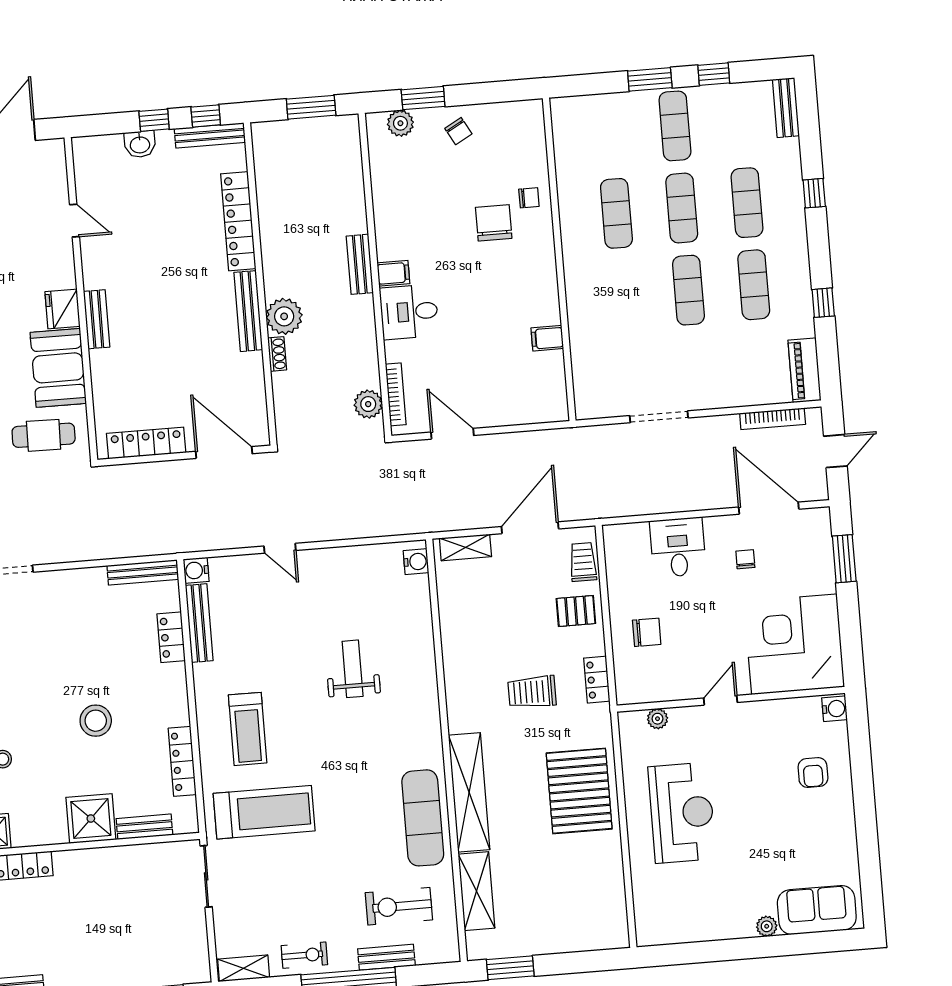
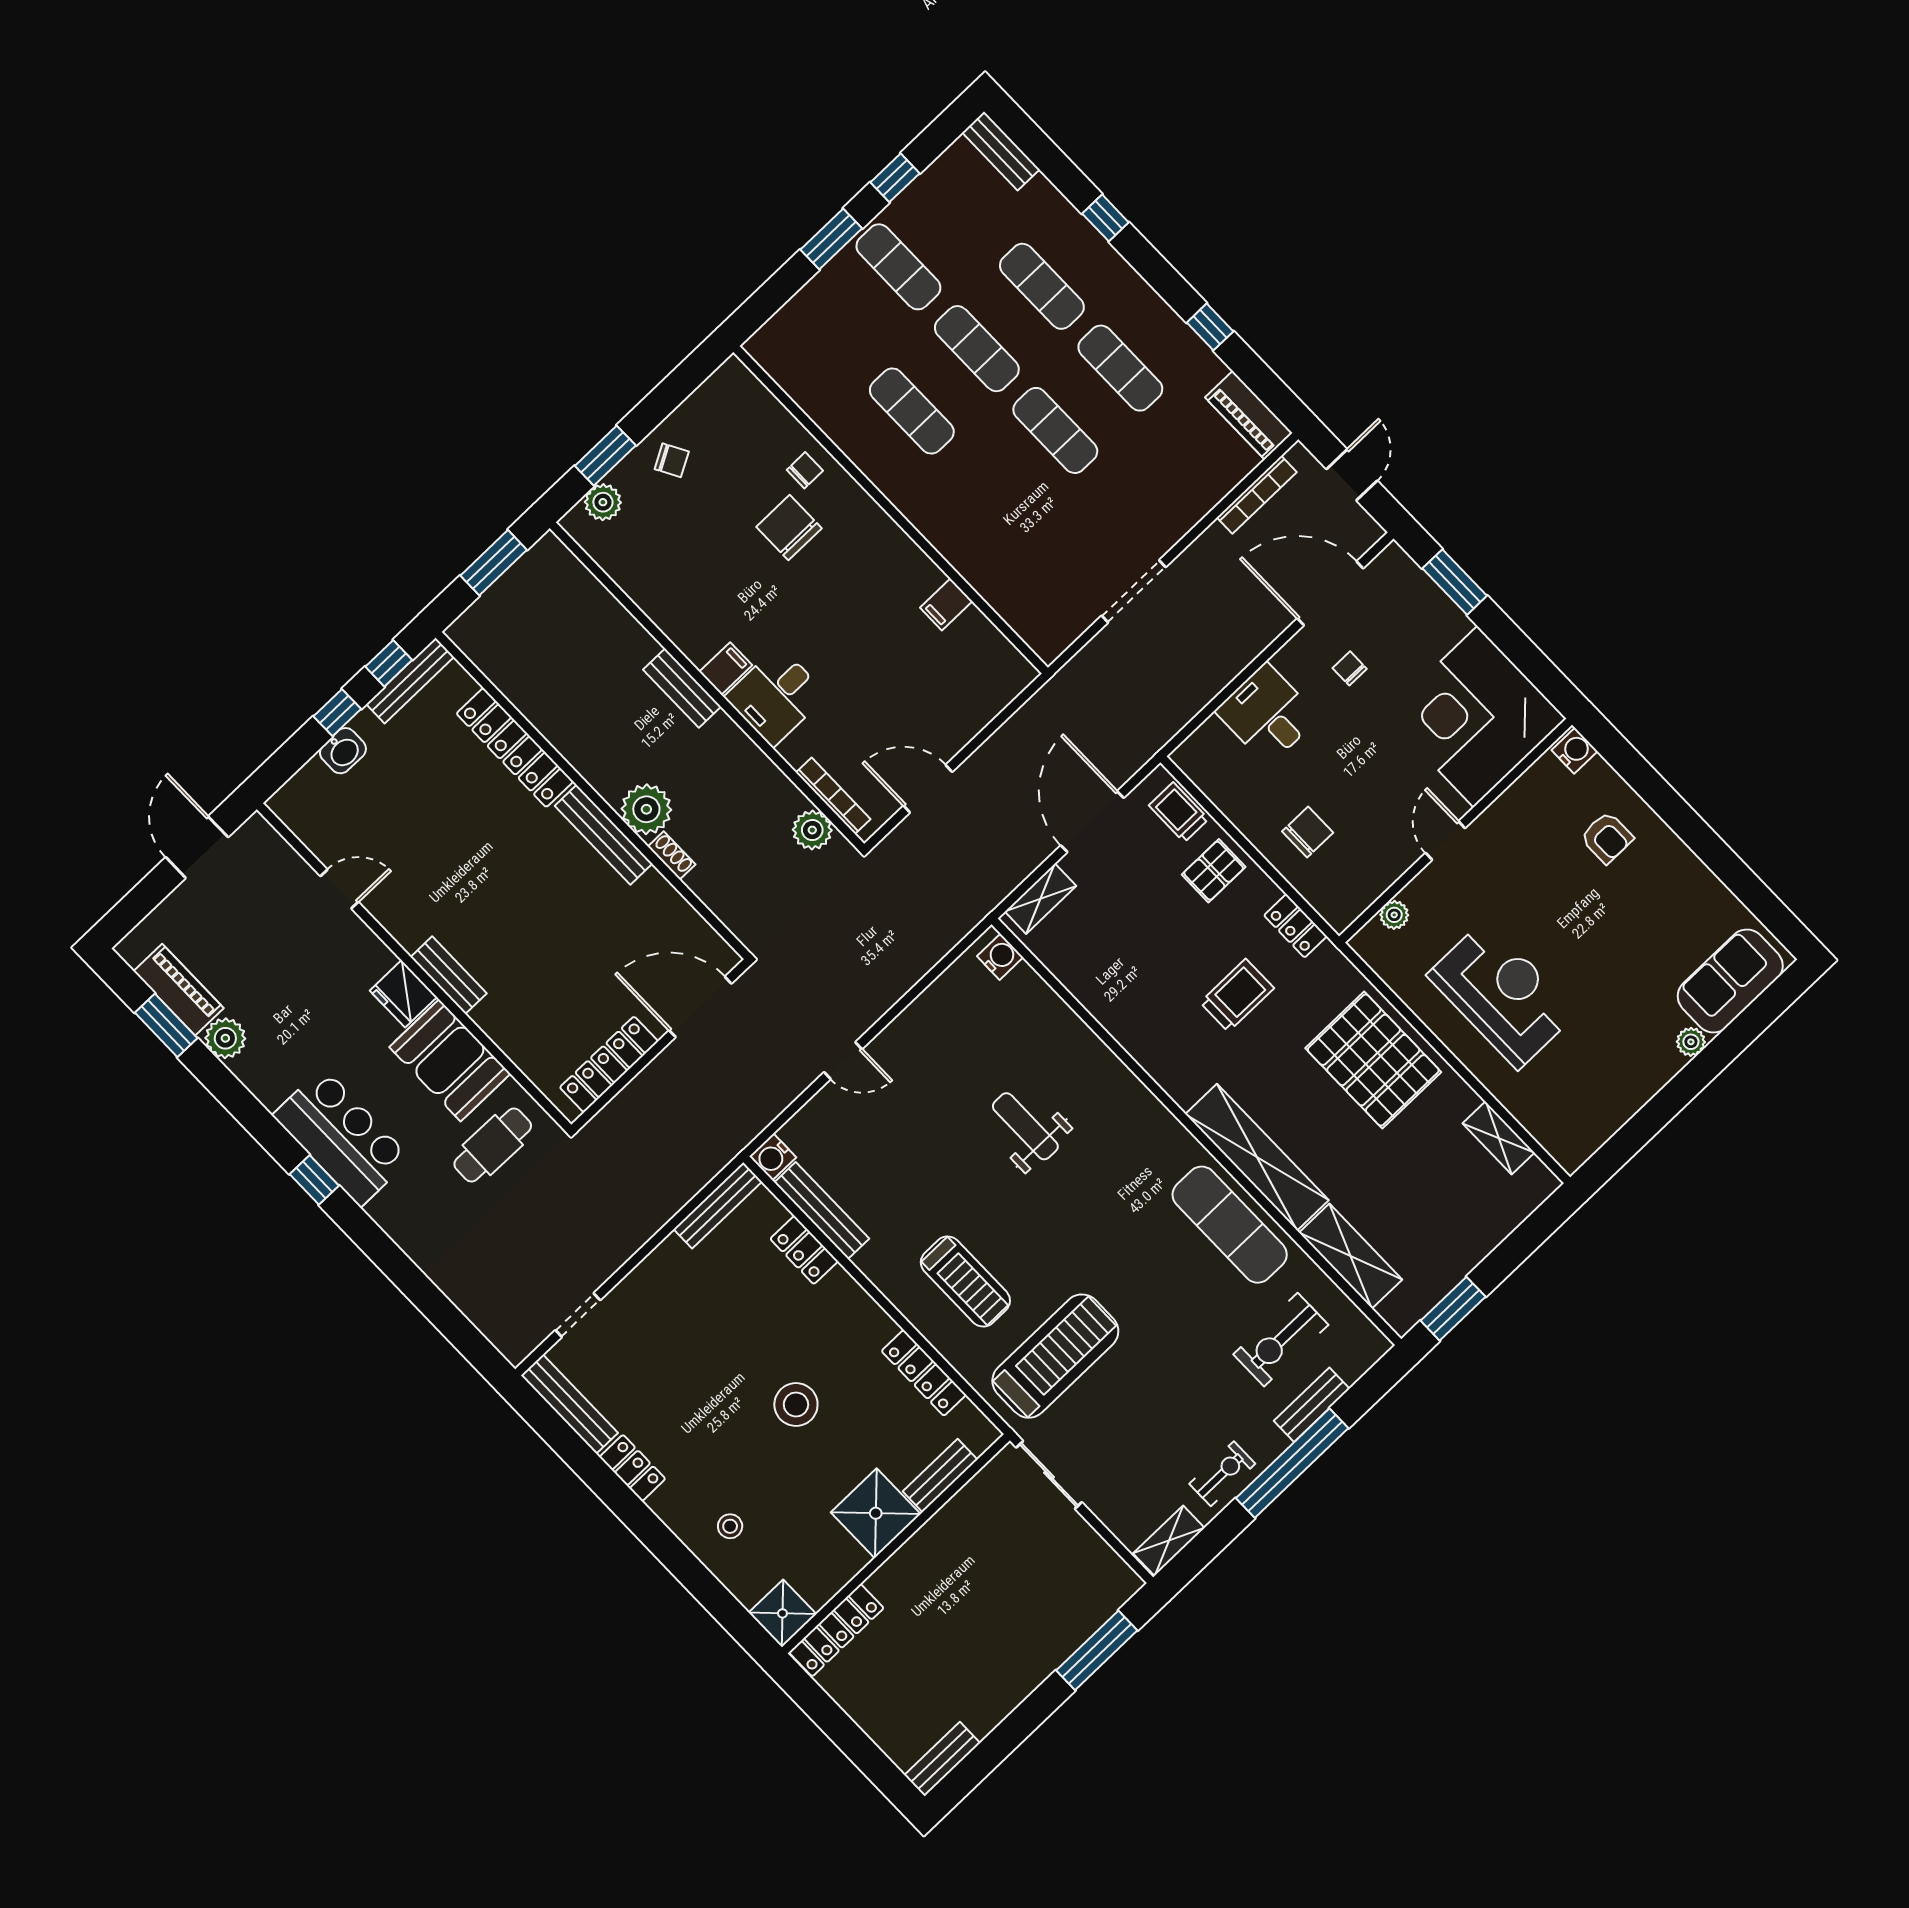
trolley: (532, 692) -> (1237, 995), turned 180
shelving: (614, 892) -> (1499, 1138), added

